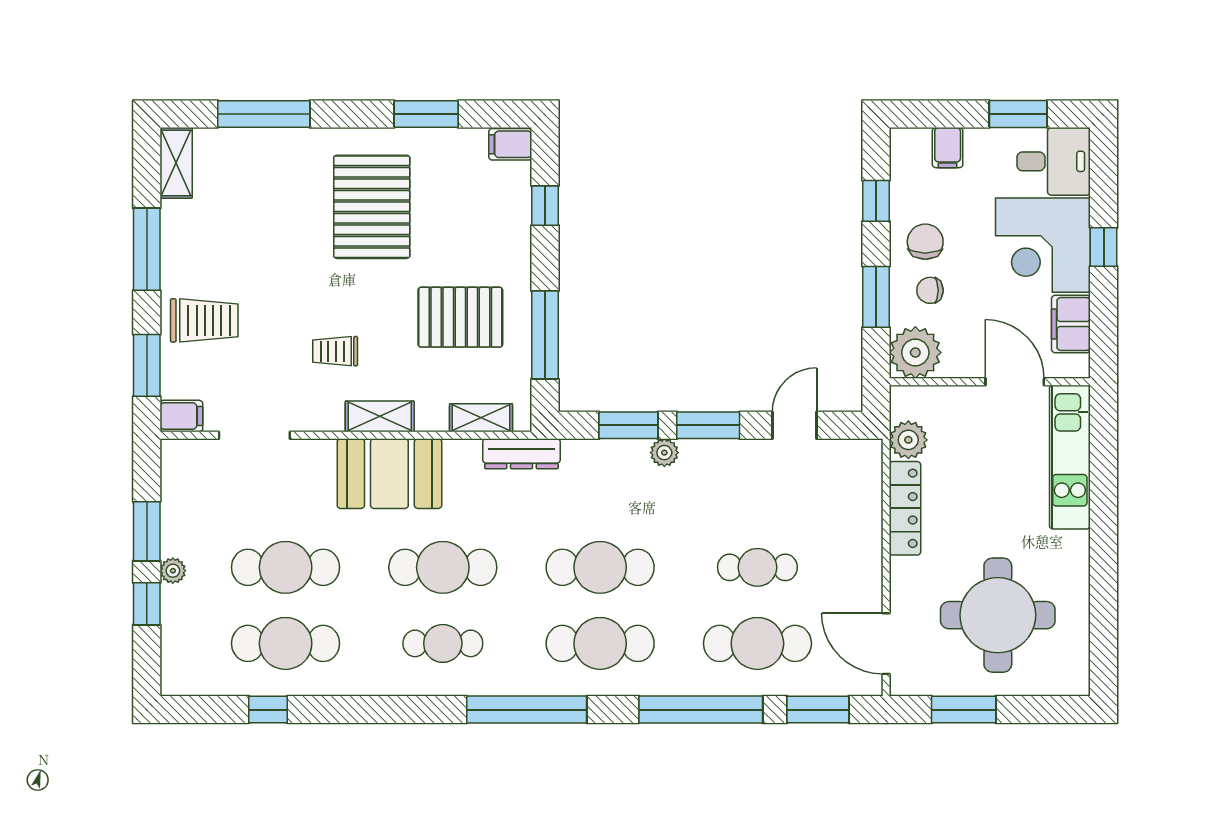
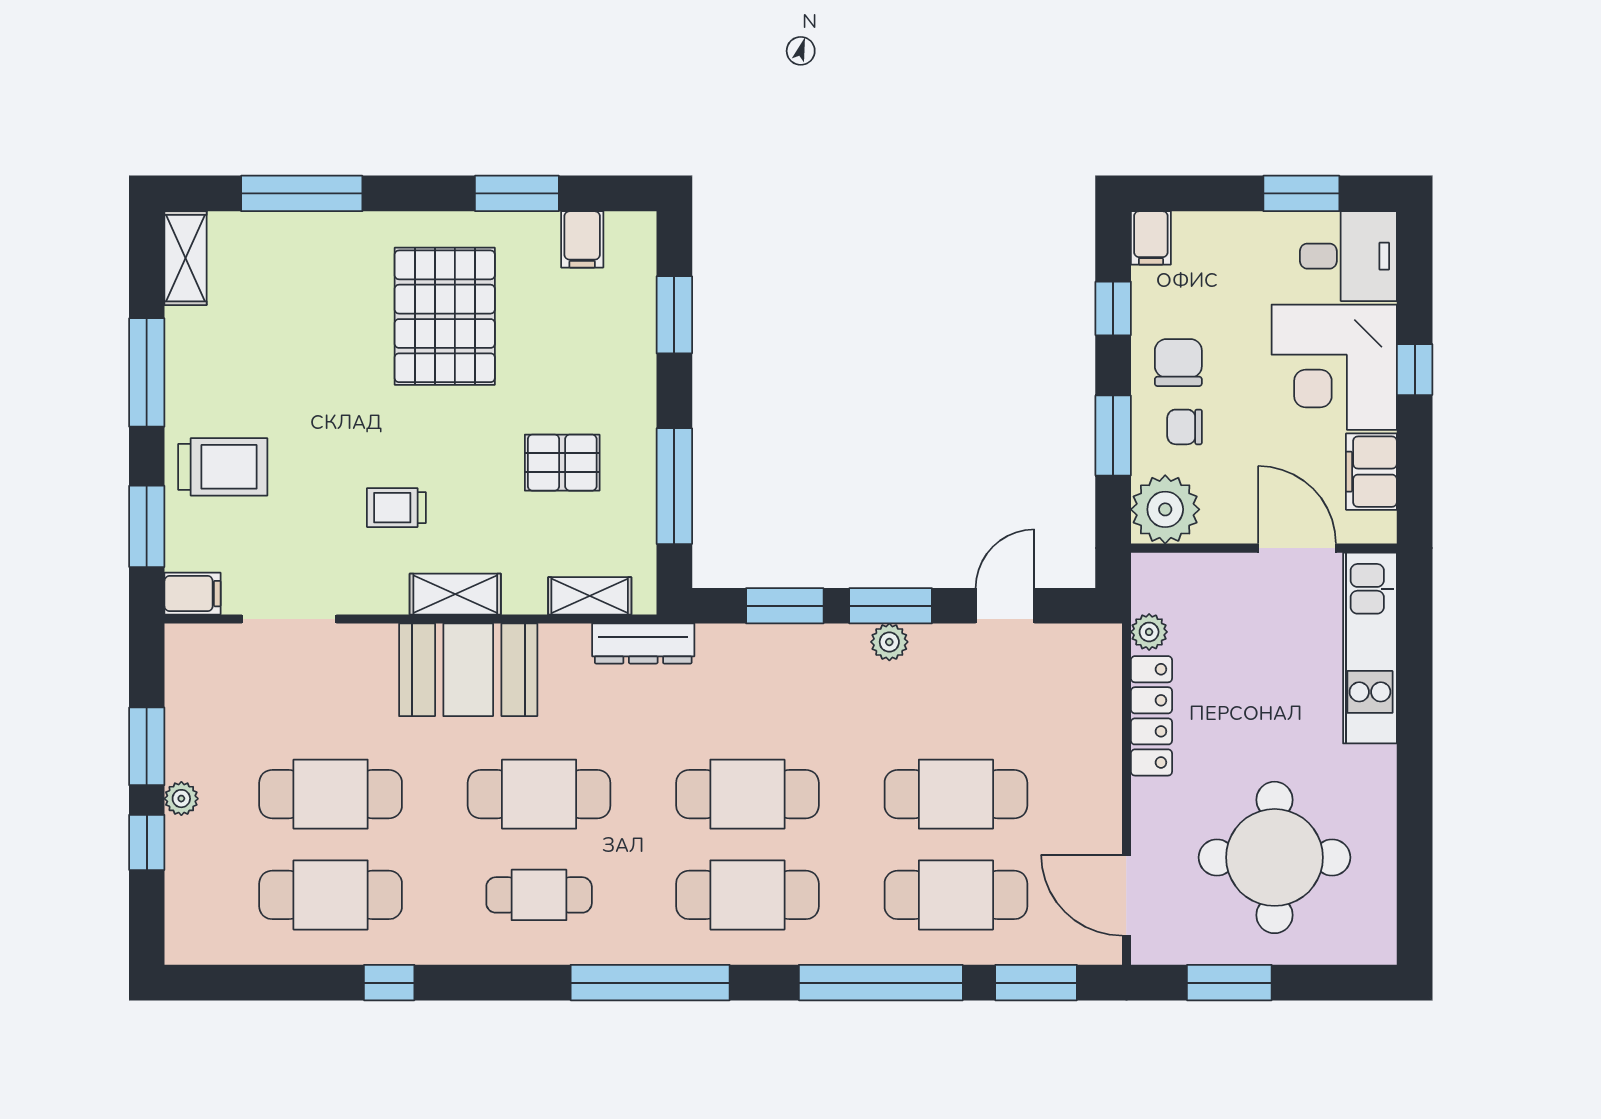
filing cabinet: (510, 144) -> (582, 239), moved, turned -90
filing cabinet: (948, 148) -> (1151, 238), moved
window: (545, 206) -> (674, 315), width x1.50
pallet: (460, 317) -> (562, 463), width x0.67, depth x0.71
plant: (908, 440) -> (1149, 632), width x0.73, depth x0.73
plant: (664, 453) -> (889, 642), moved
cafe table: (757, 567) -> (956, 794), width x1.37, depth x1.35
window: (268, 710) -> (389, 983), moved

